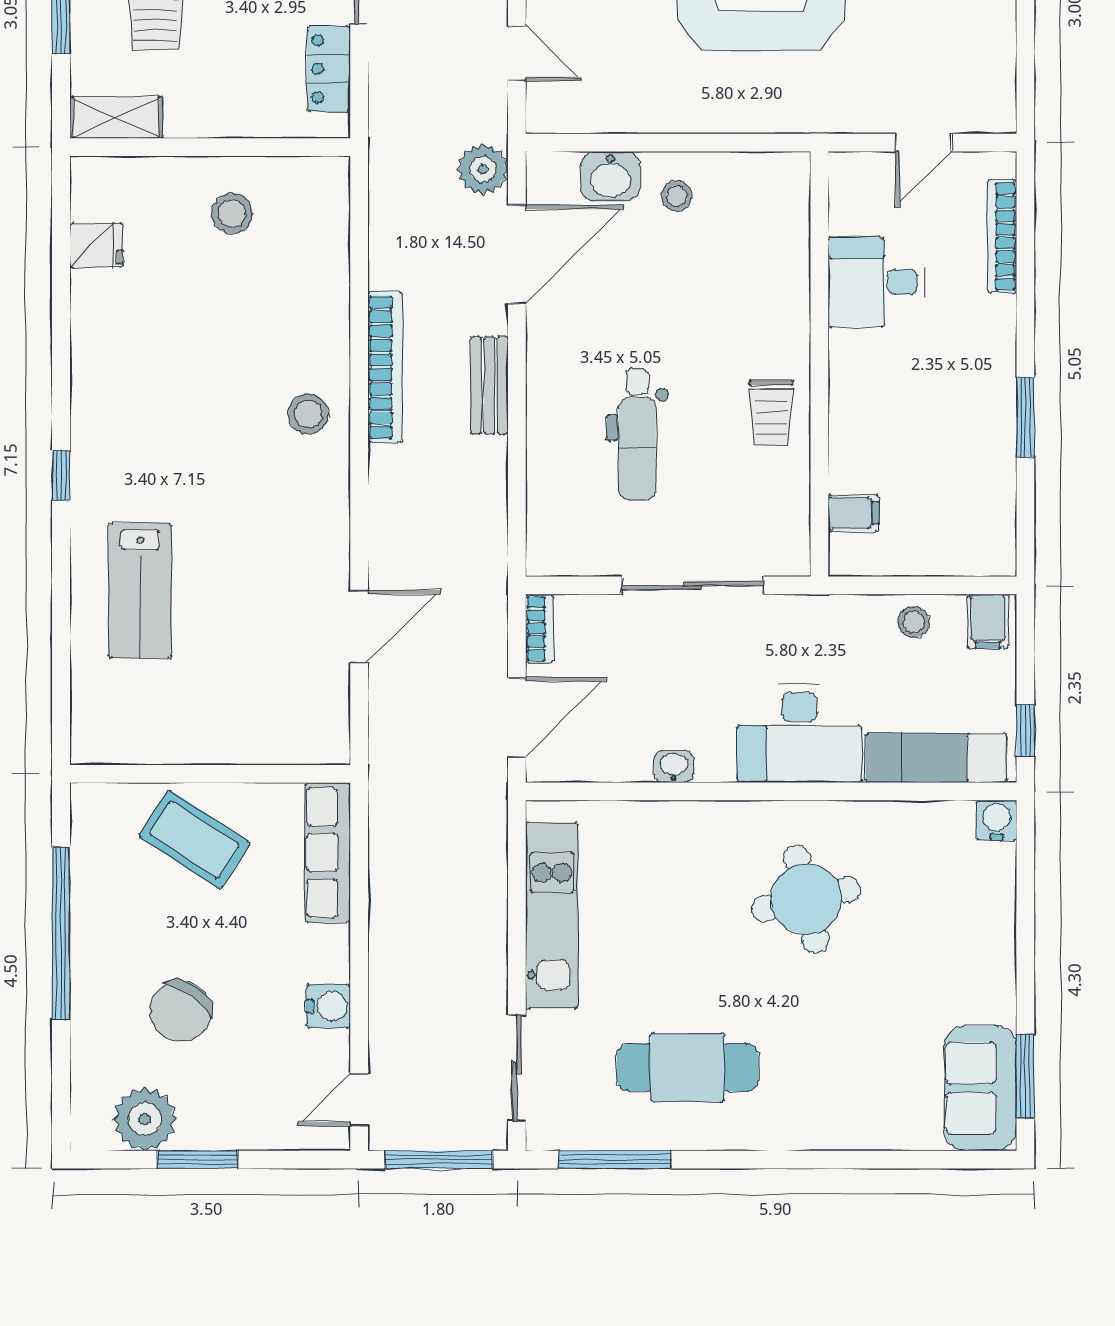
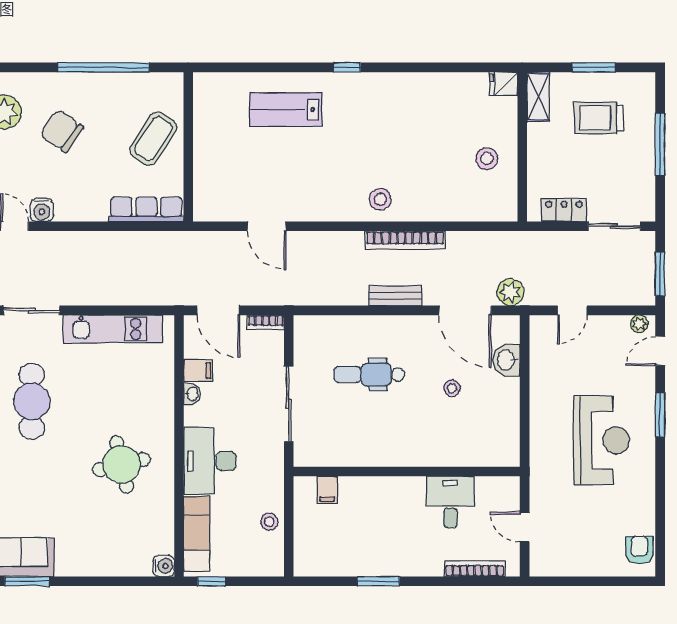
stool: (677, 196) -> (452, 388), moved
fridge: (96, 245) -> (503, 84), moved, turned 90
trolley: (771, 413) -> (381, 446), removed
filing cabinet: (988, 621) -> (198, 371), moved, turned 180
water cooler: (328, 1006) -> (42, 210), moved

